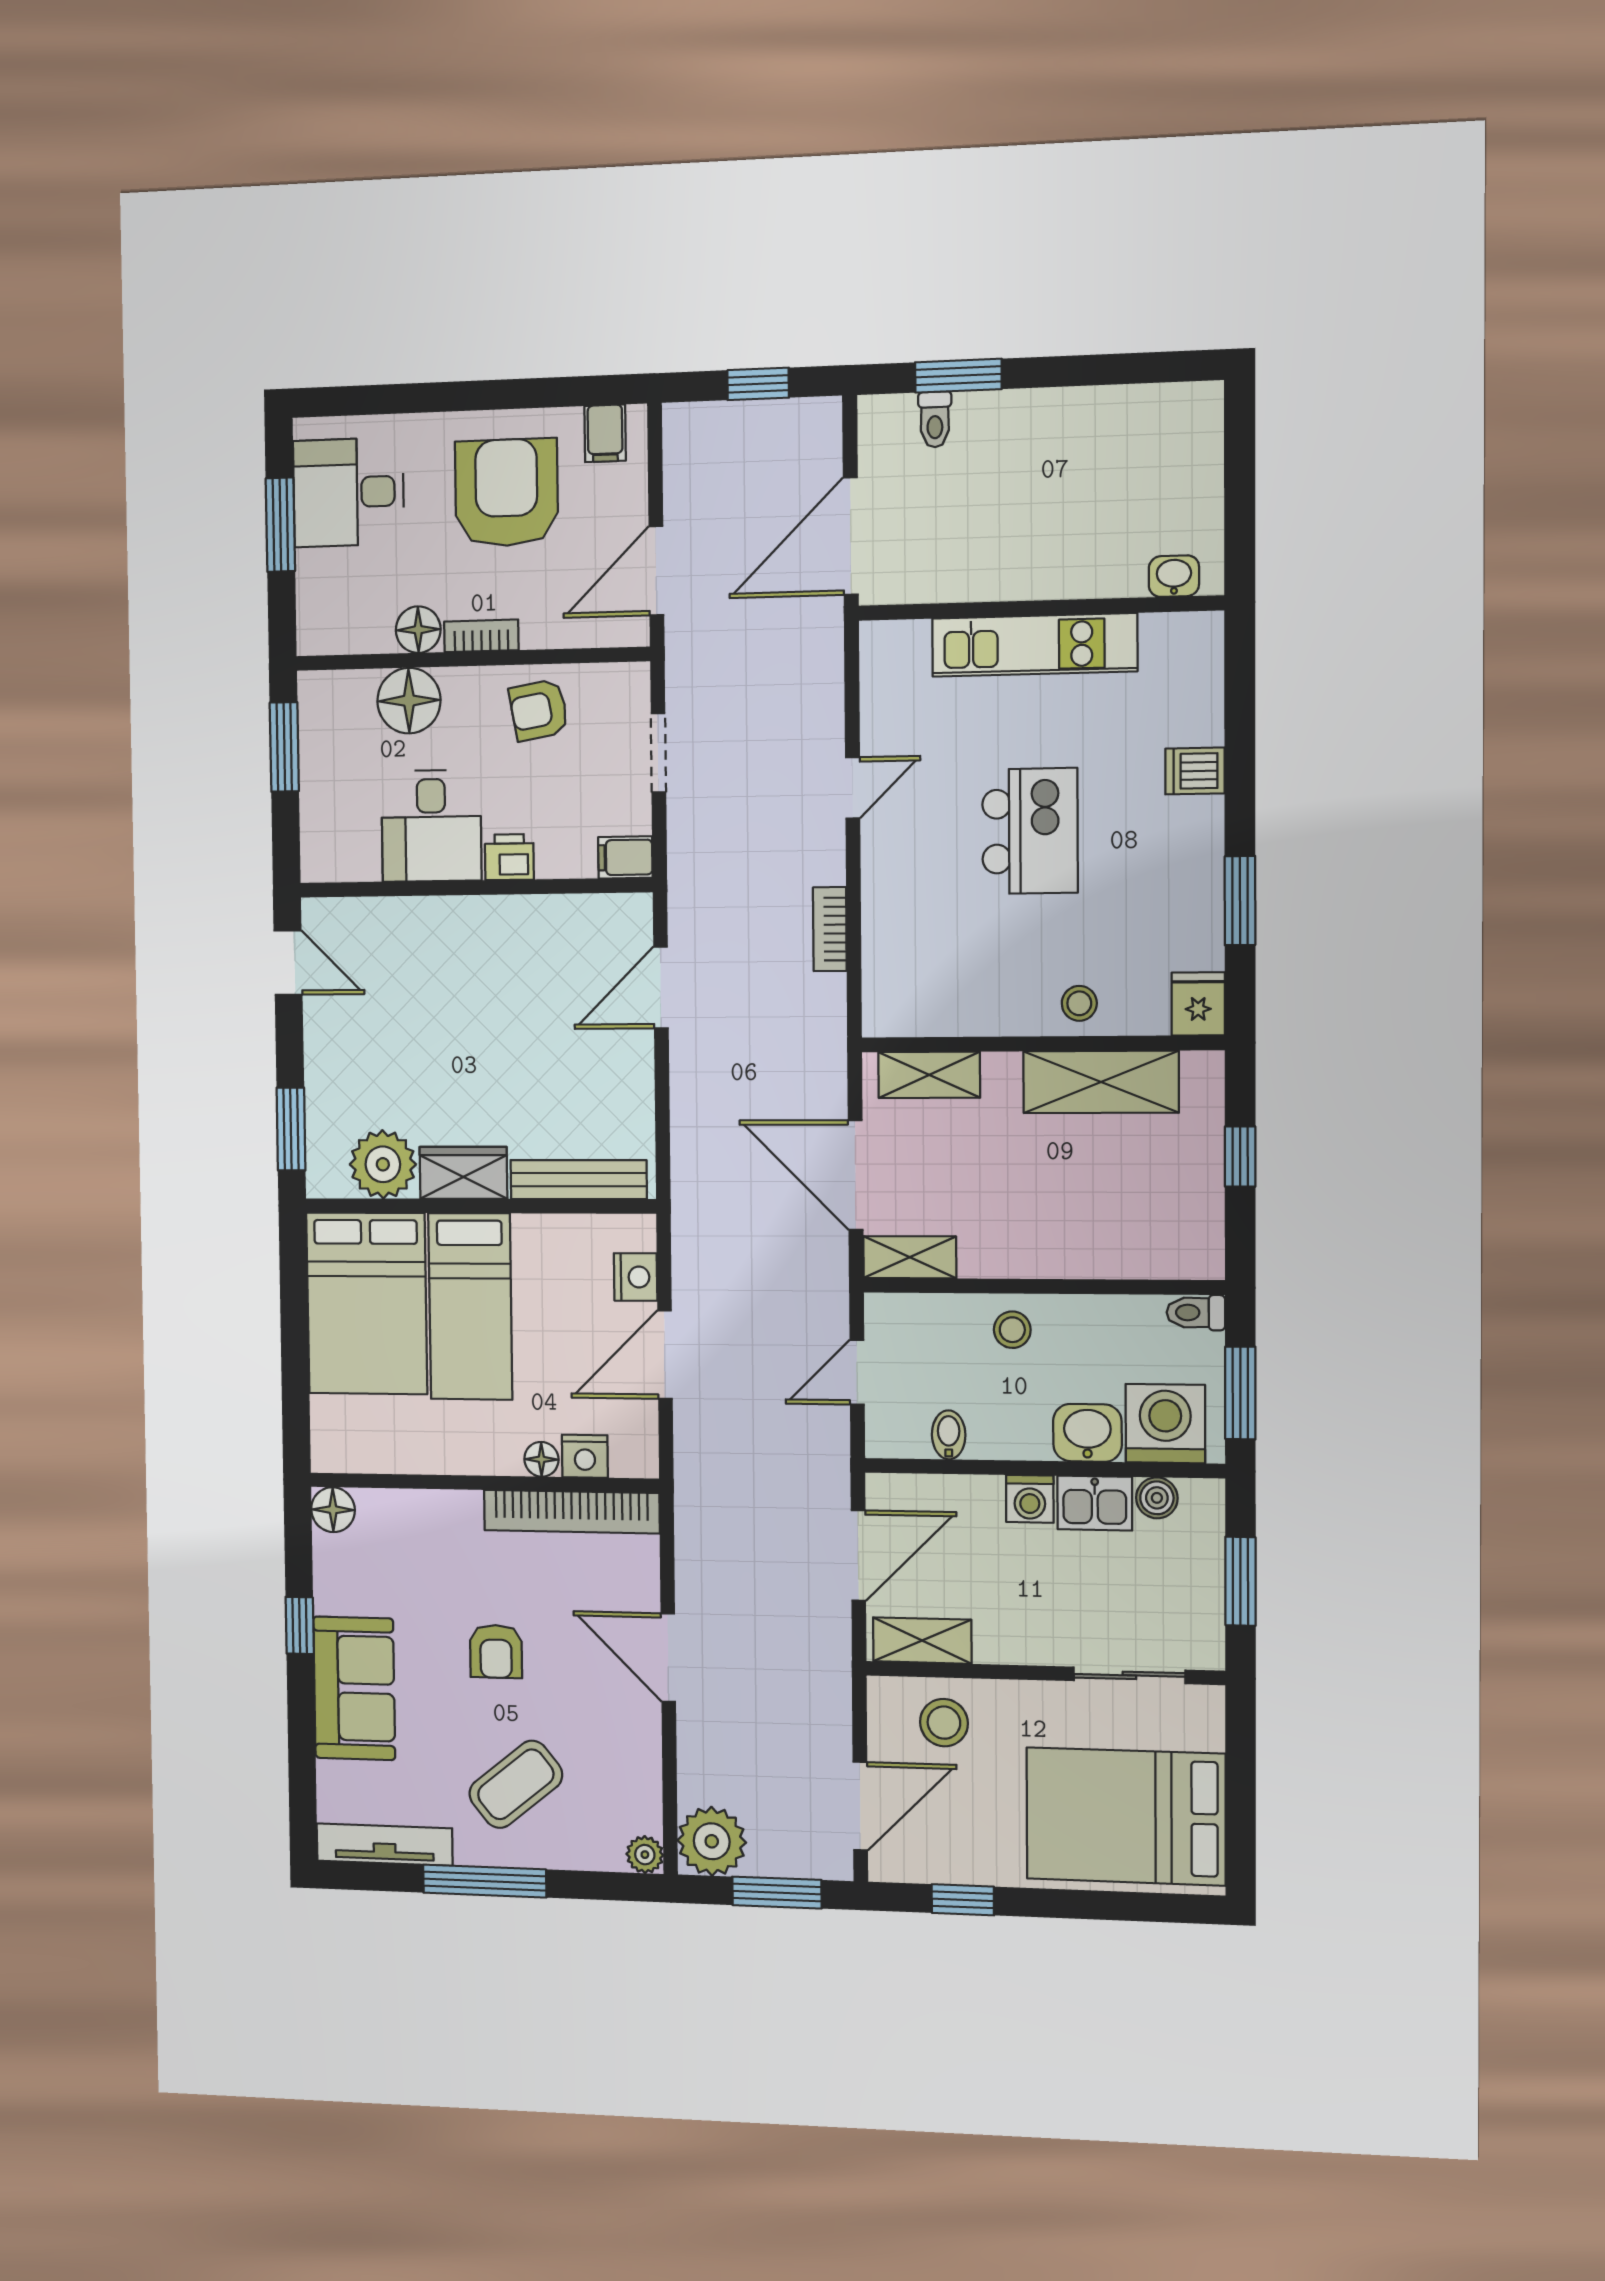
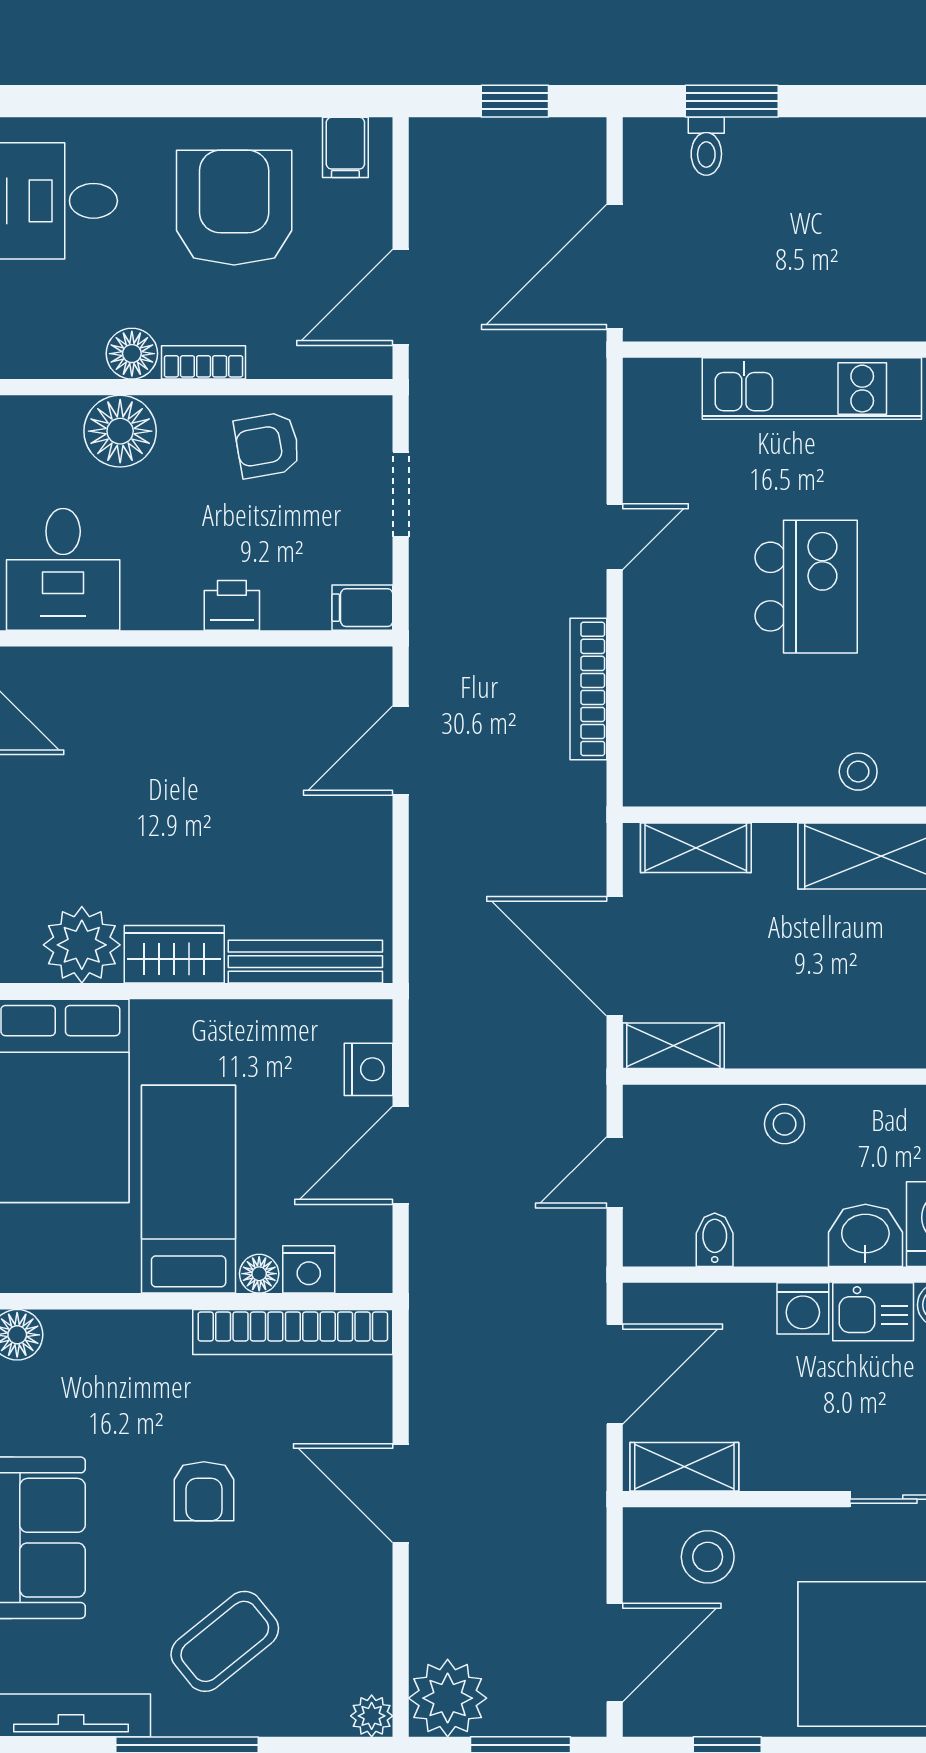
desk: (431, 826) -> (63, 569), moved
bookcase: (830, 929) -> (588, 689), width x1.56
bed: (470, 1306) -> (189, 1189), moved, turned 180

